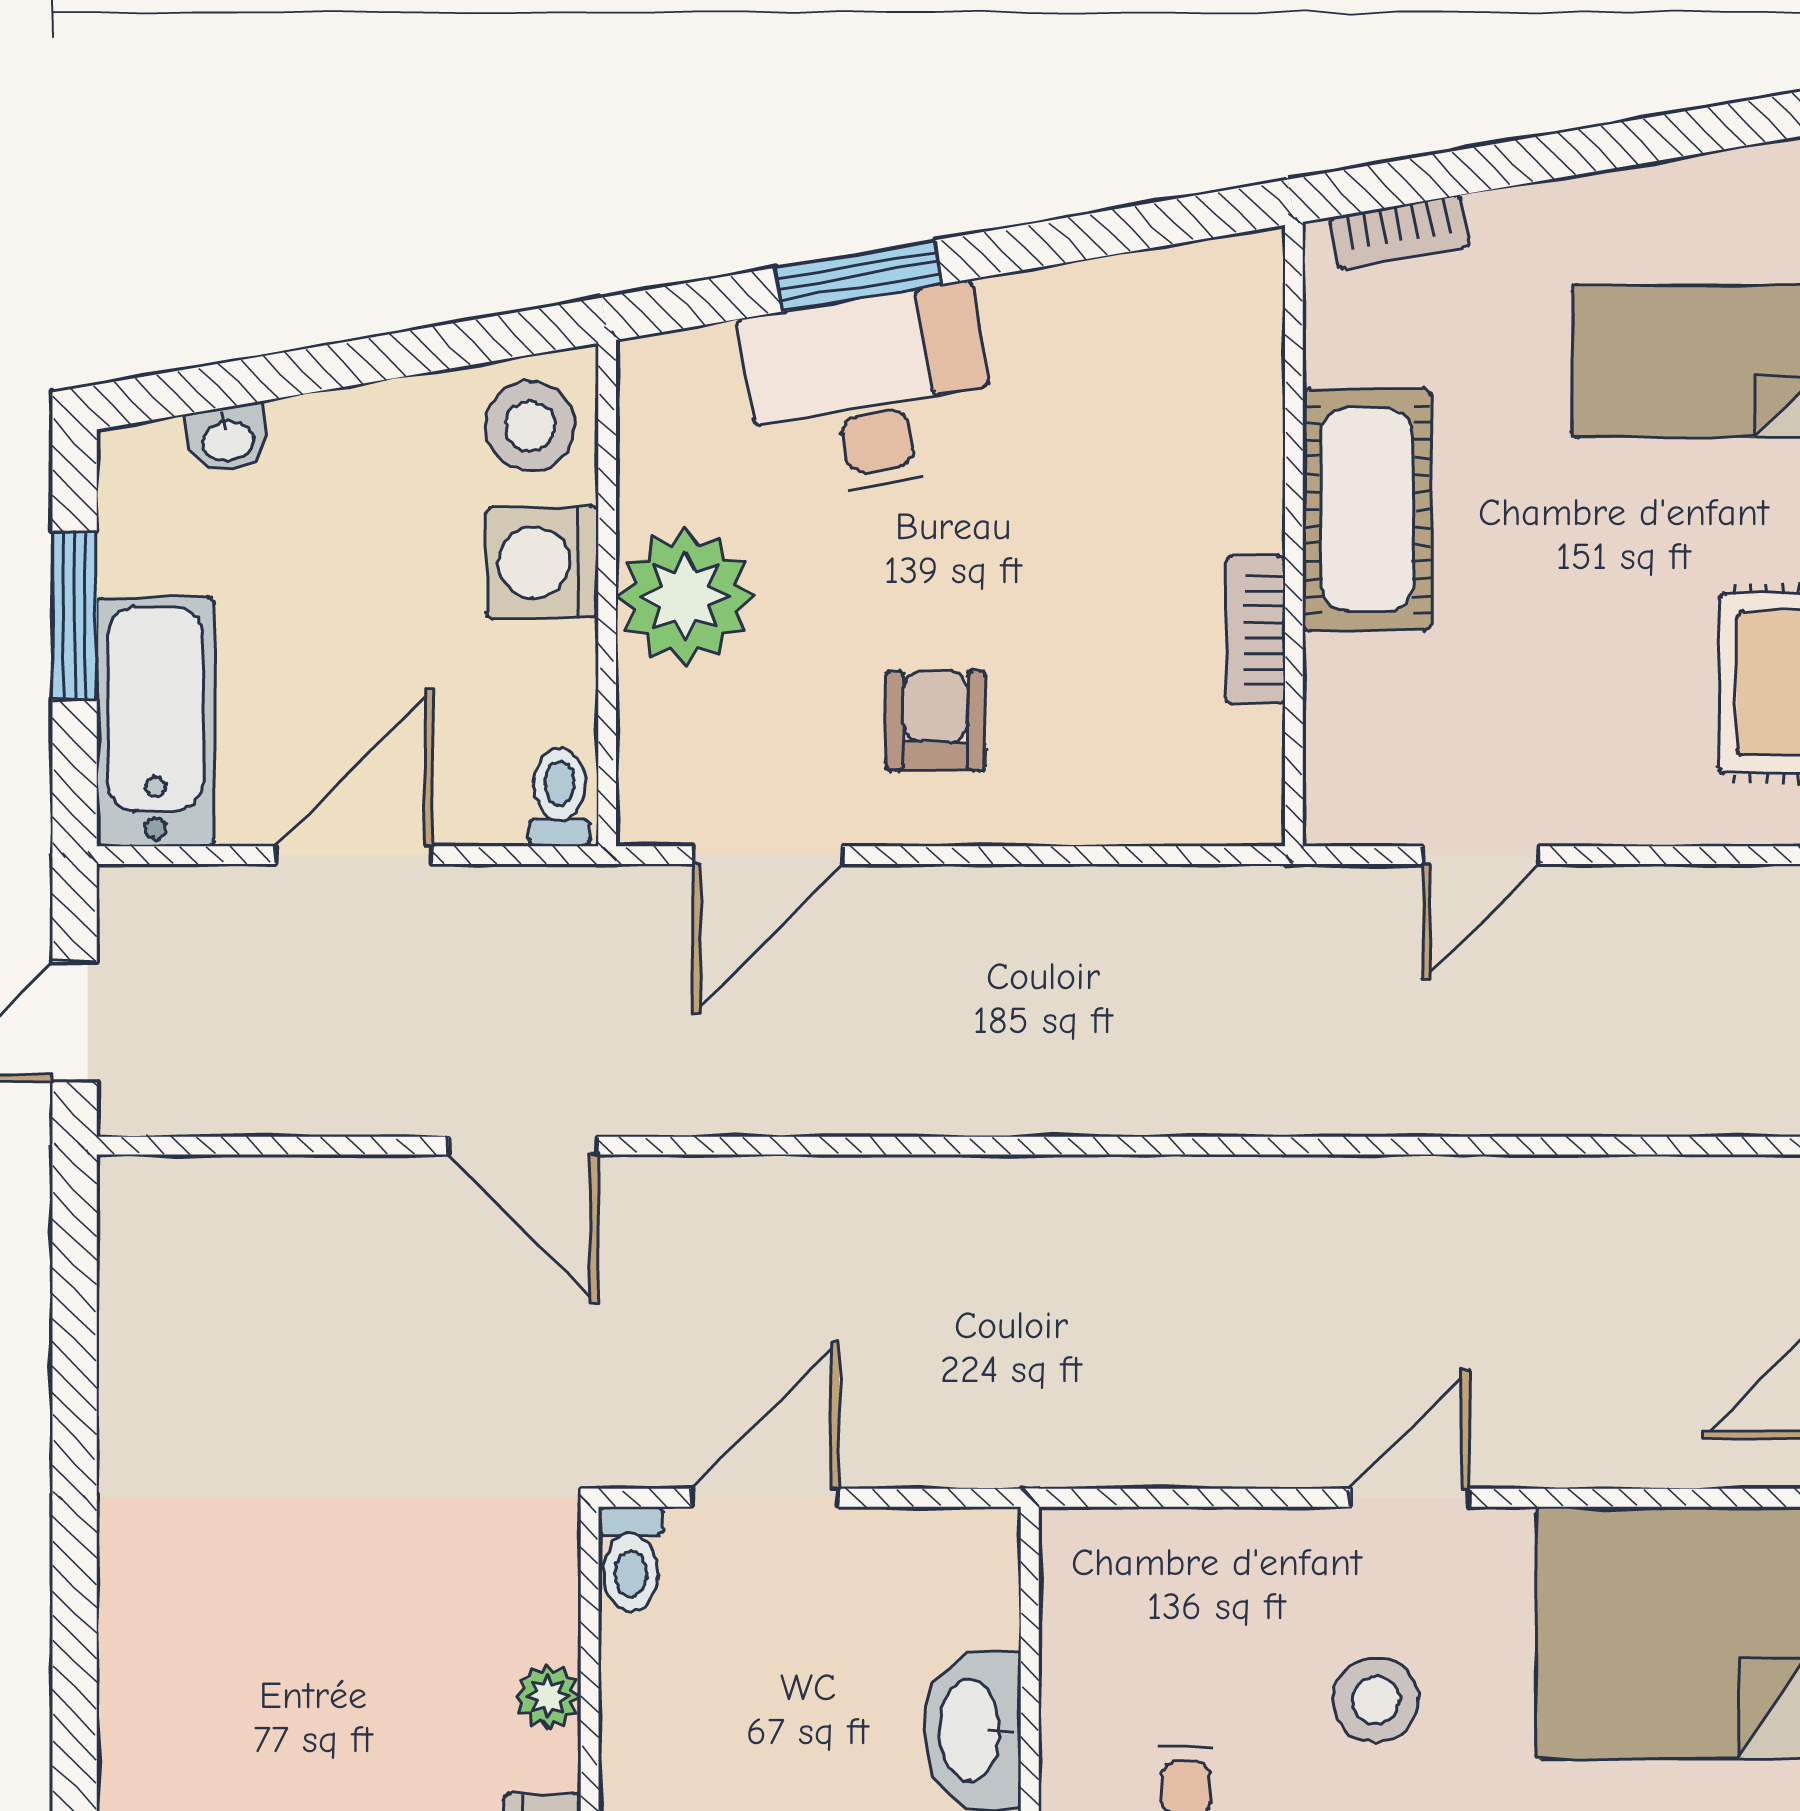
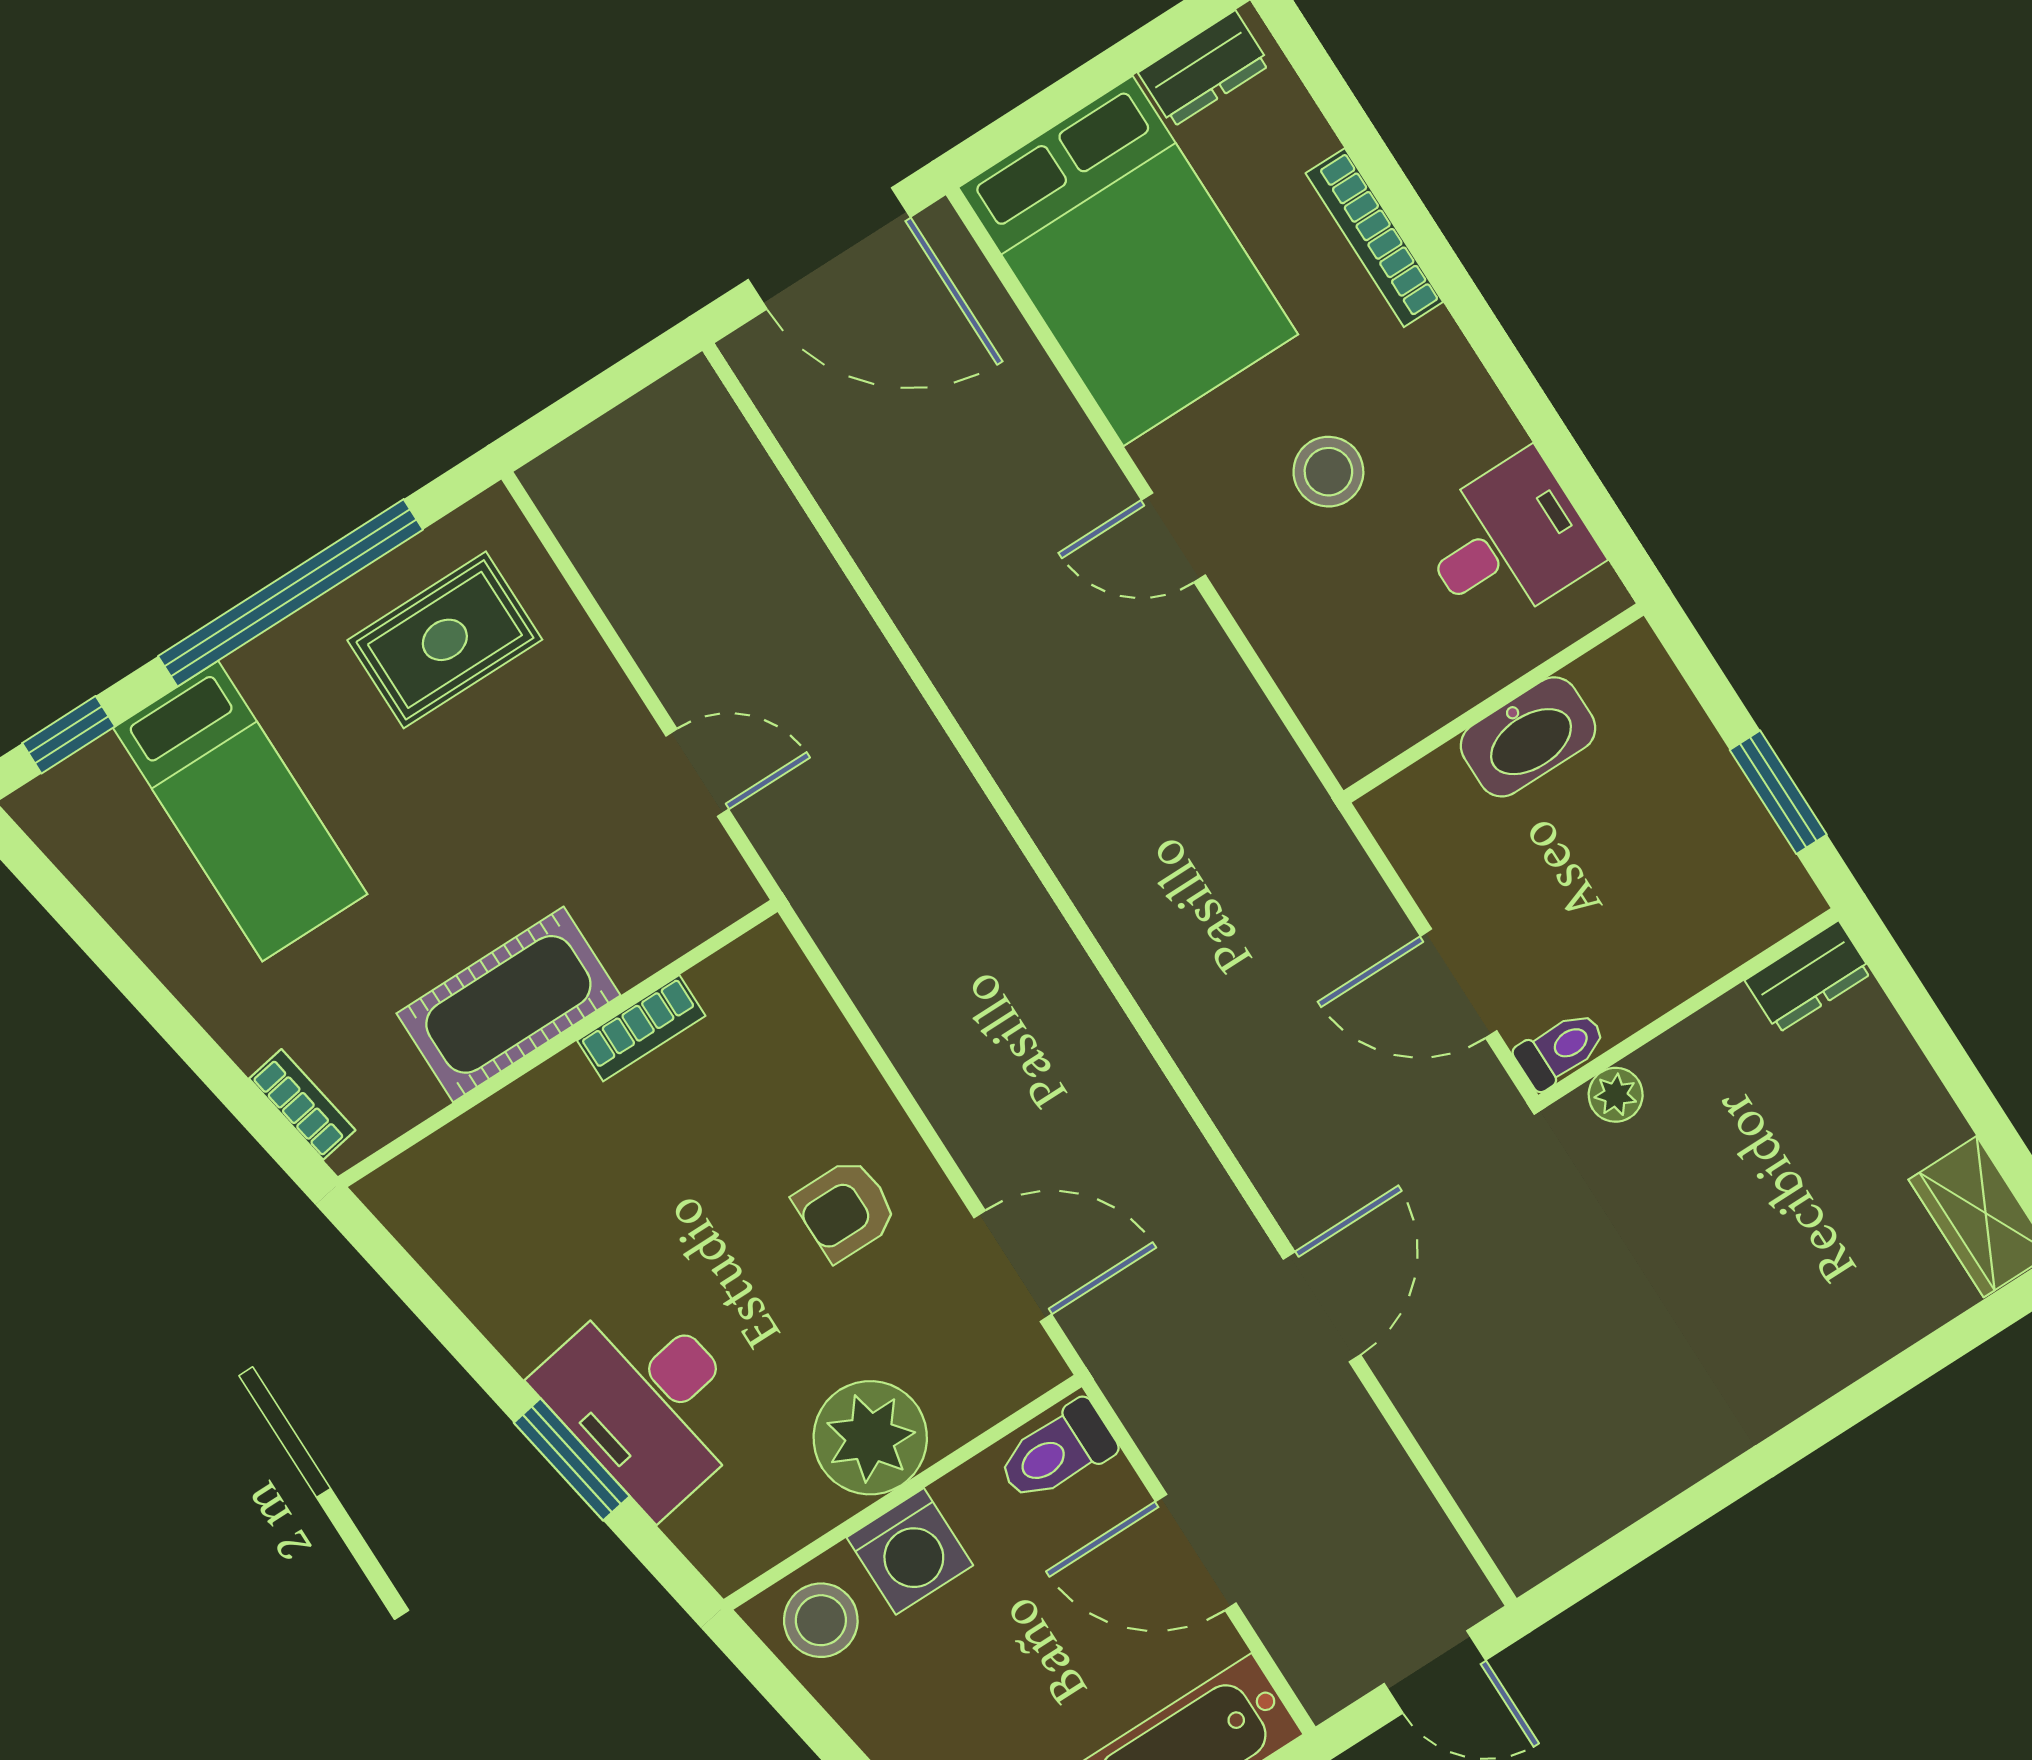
toilet: (560, 797) -> (1056, 1452), width x1.37, depth x1.39
plant: (548, 1696) -> (1616, 1095), moved

